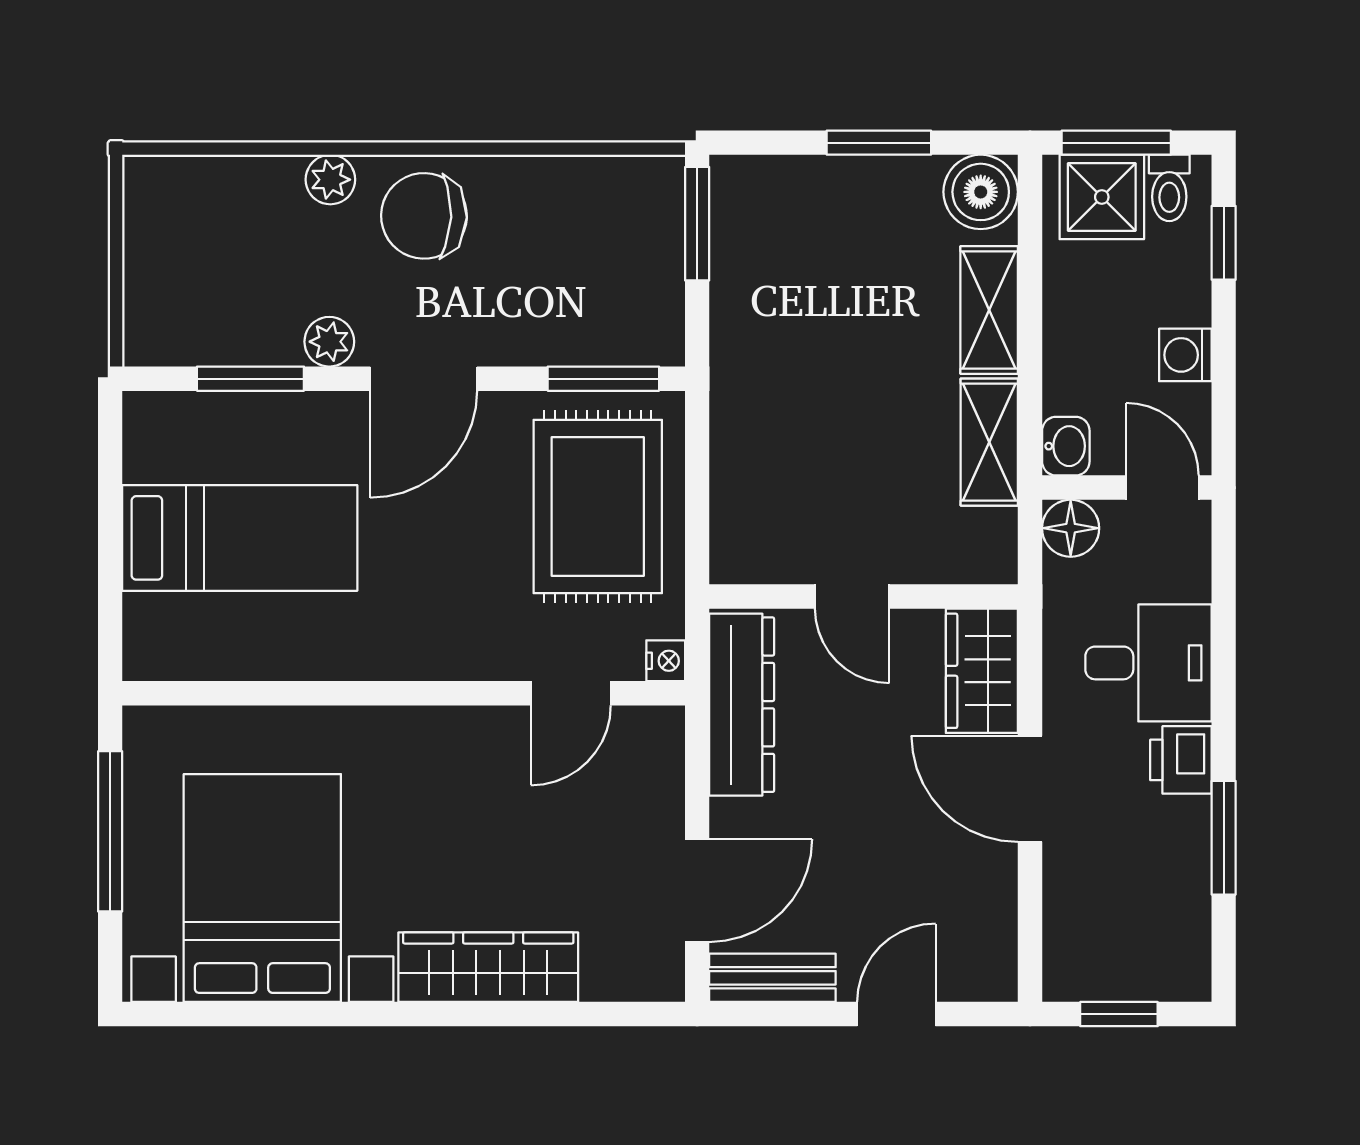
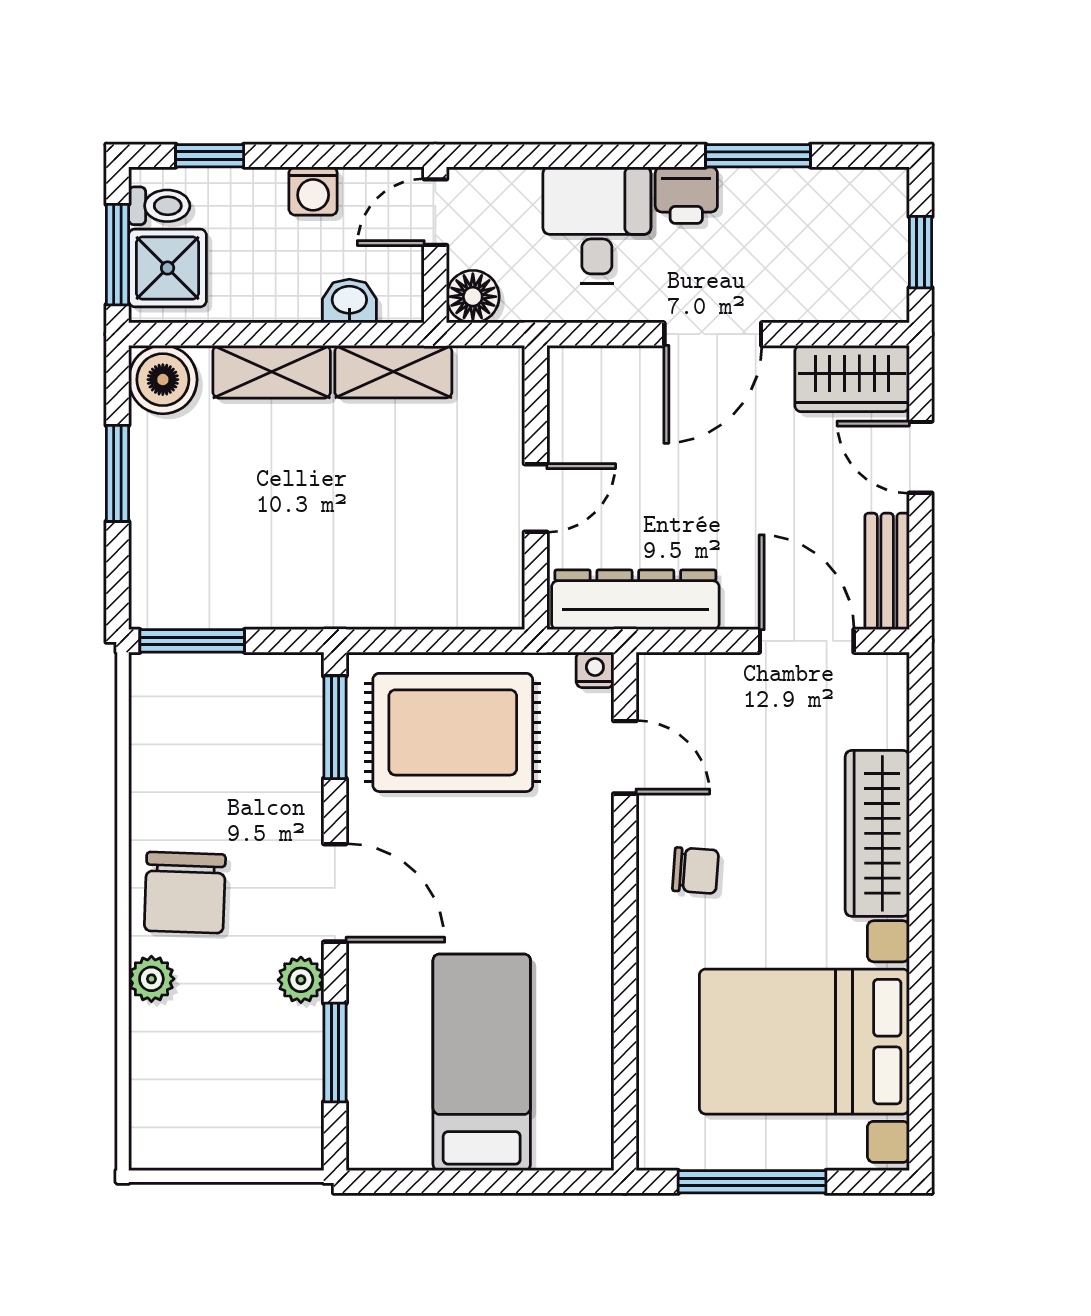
washbasin: (1066, 446) -> (349, 301), moved
wardrobe: (982, 671) -> (852, 379), moved
chair: (448, 770) -> (696, 870), added

